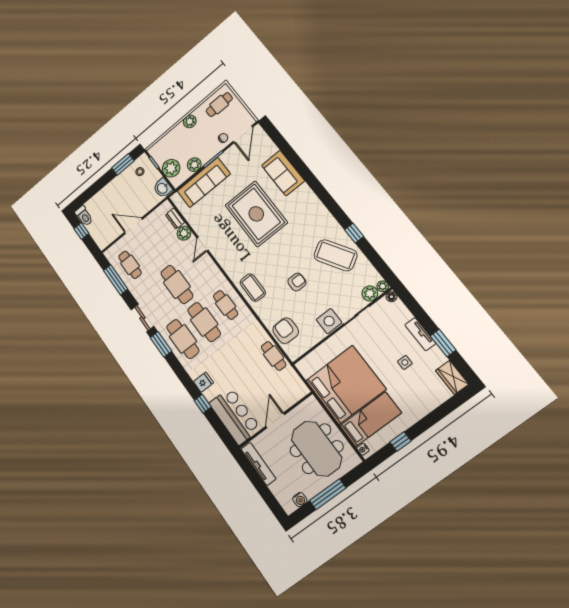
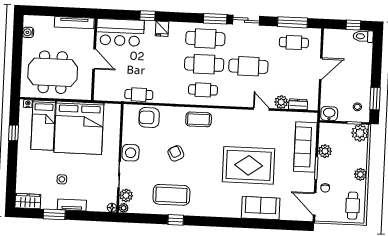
plant: (171, 168) -> (360, 133), moved
coffee table: (335, 255) -> (171, 195), turned 31
armchair: (297, 282) -> (176, 153), turned 153
armchair: (286, 331) -> (149, 118), turned 180
window: (328, 494) -> (17, 55), removed

